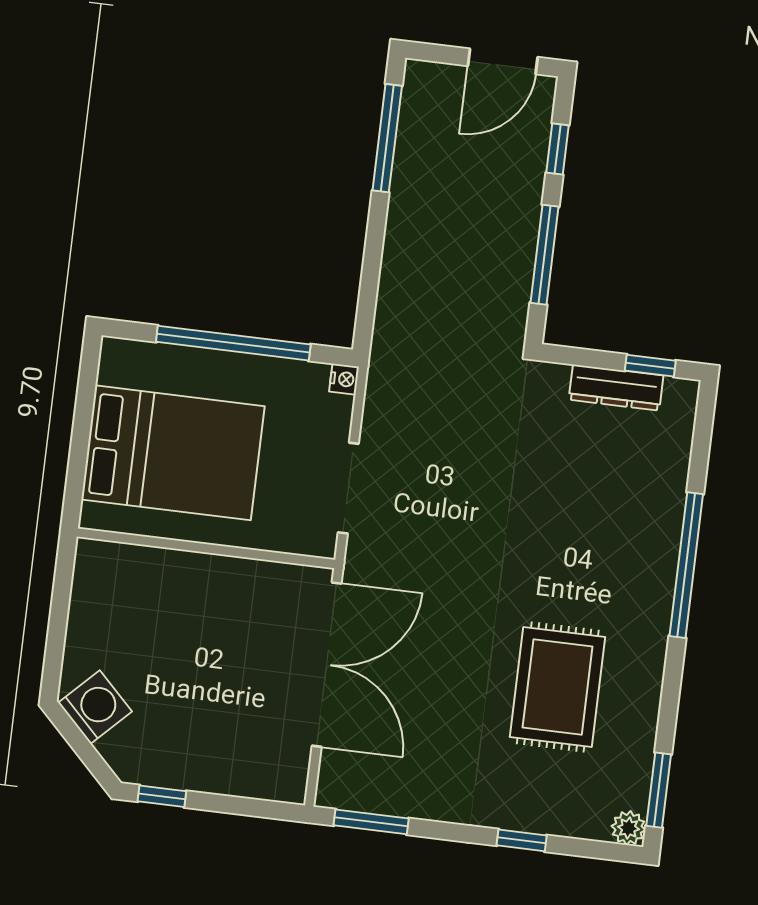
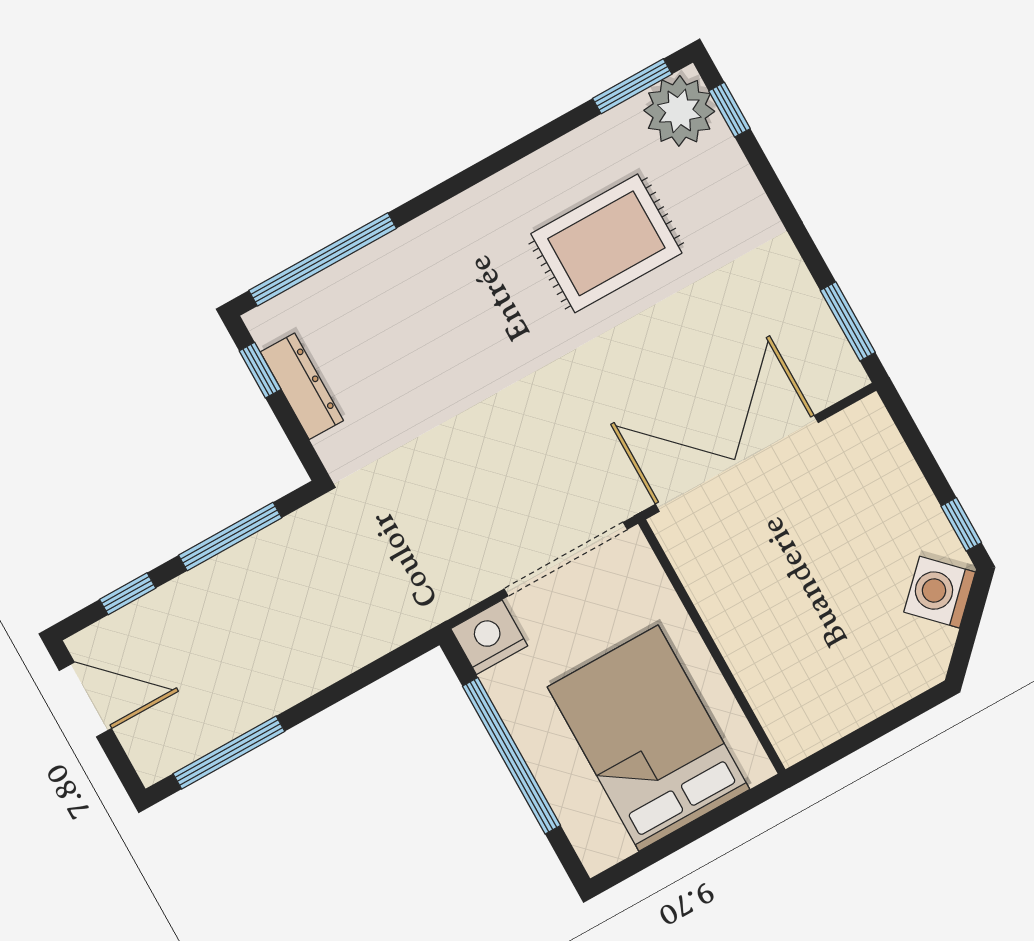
nightstand: (344, 379) -> (489, 637), width x1.89, depth x1.79
doorway: (348, 488) -> (566, 559), width x1.36
window: (686, 565) -> (323, 259), moved
washing machine: (95, 707) -> (940, 592), moved
plant: (628, 828) -> (679, 111), width x1.88, depth x1.88
window: (522, 840) -> (730, 110), moved

